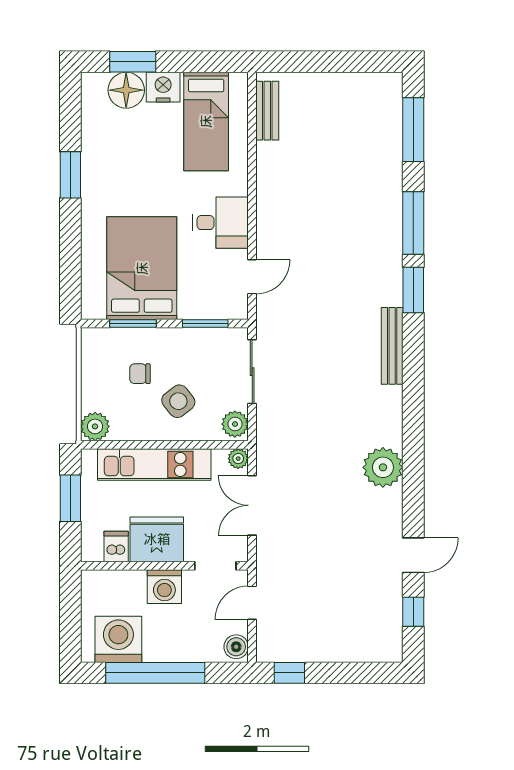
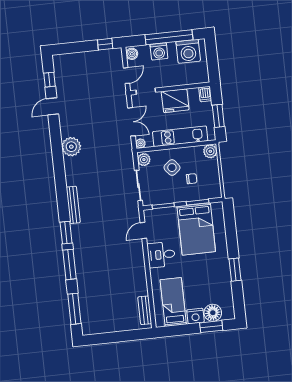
dishwasher: (116, 547) -> (205, 94), moved
washing machine: (164, 587) -> (159, 51), moved, turned 180

